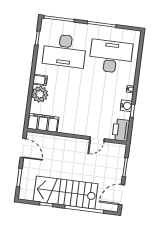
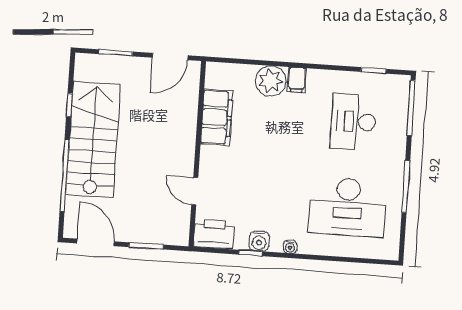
desk: (65, 51) -> (353, 122), width x0.73, depth x0.77
desk: (111, 57) -> (348, 207), turned 90
filing cabinet: (43, 123) -> (217, 117), moved

